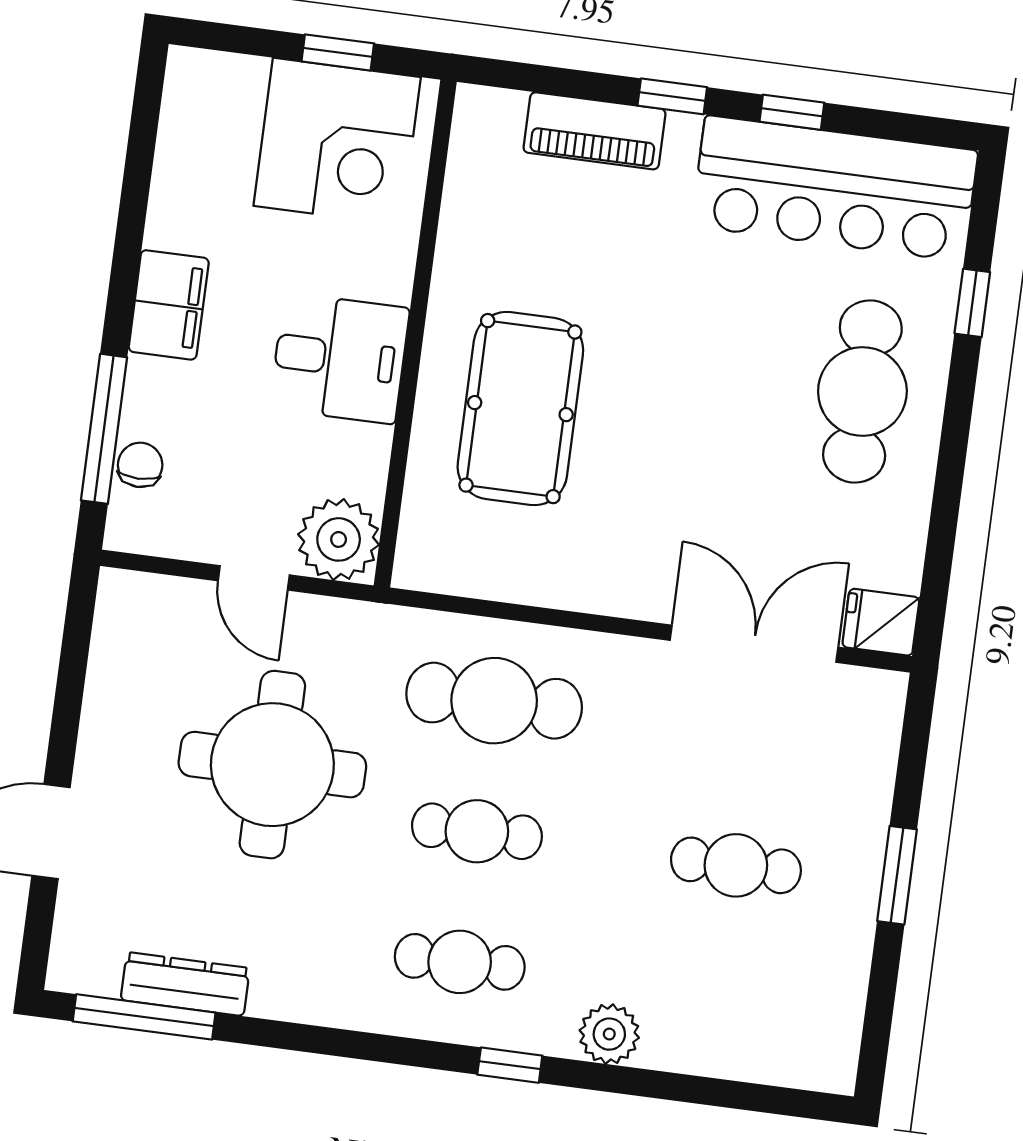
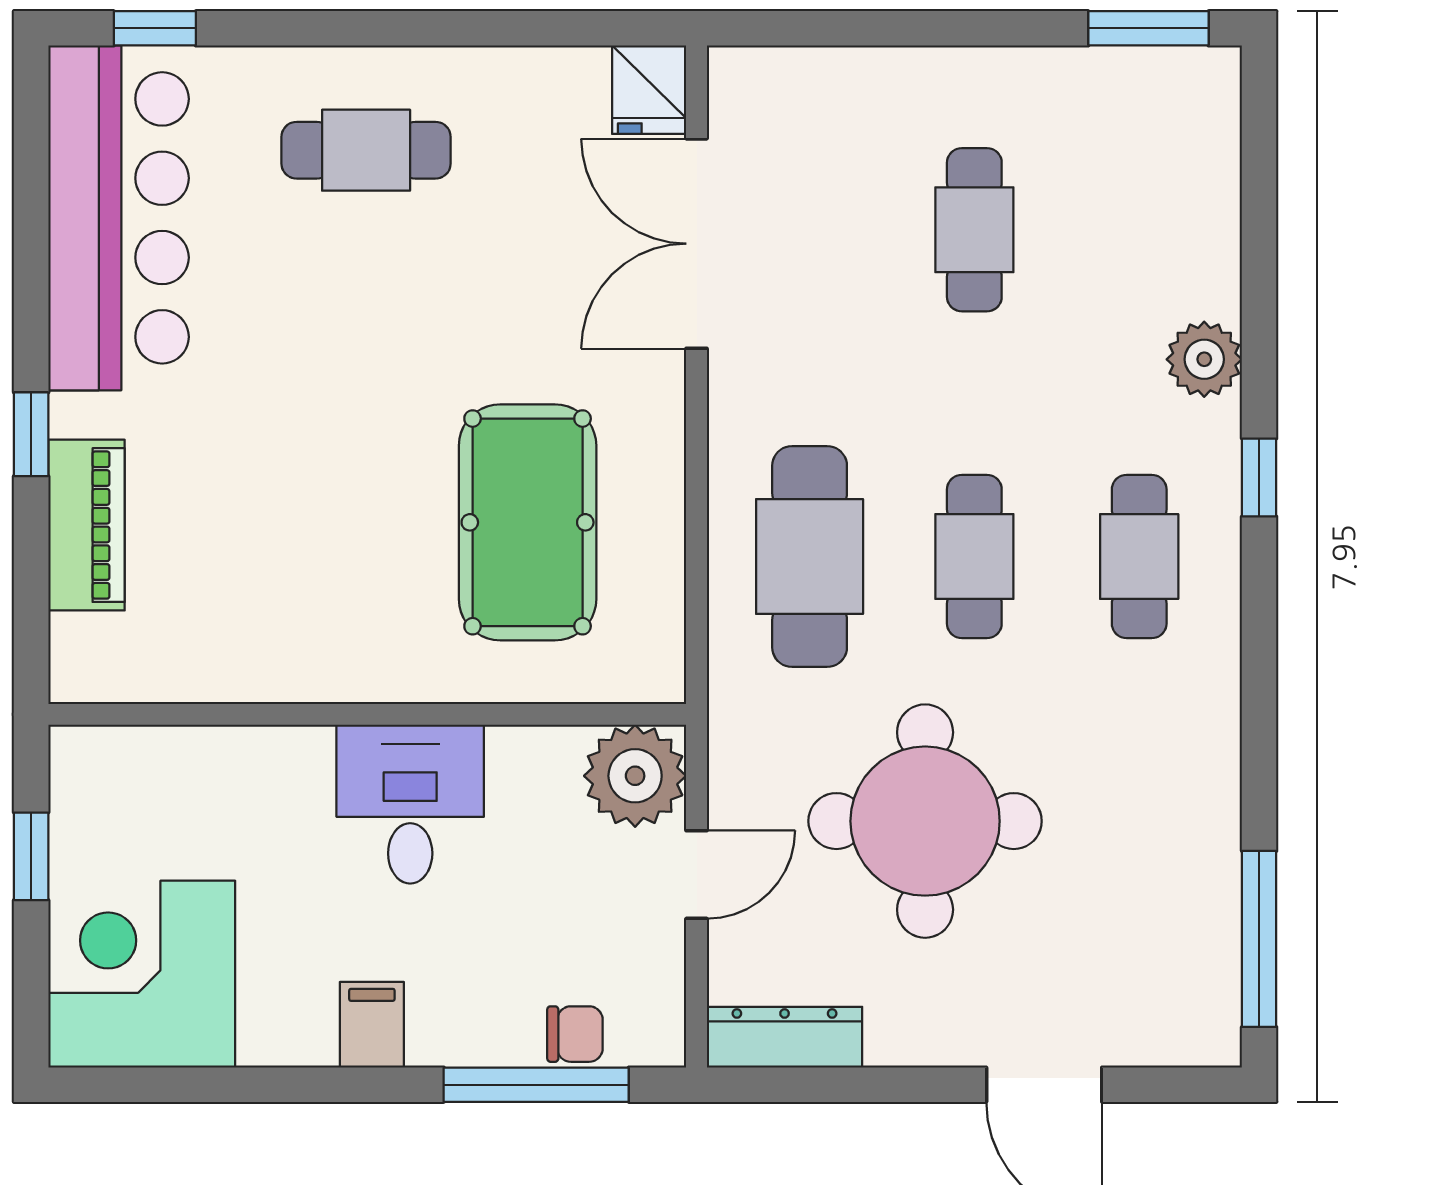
window: (792, 112) -> (31, 283), removed
corner desk: (337, 142) -> (142, 974), moved, turned -90
window: (972, 303) -> (155, 28), moved
filing cabinet: (169, 305) -> (372, 1025), width x0.50
cafe table: (862, 392) -> (366, 150), width x0.73, depth x0.74
pool table: (520, 409) -> (528, 522), moved, turned 90
chair: (140, 465) -> (575, 1034), turned 180
window: (897, 875) -> (1148, 28), moved
dresser: (185, 984) -> (785, 1037), moved, turned 90

